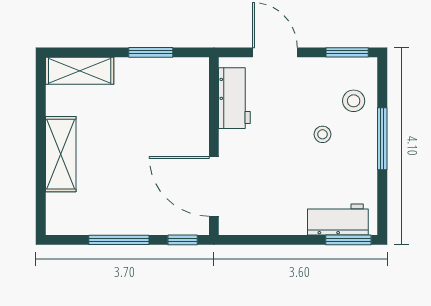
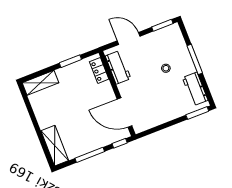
locker: (197, 90) -> (99, 70), added
stool: (354, 101) -> (174, 47), removed
shelving: (61, 154) -> (55, 146), moved
workbench: (338, 219) -> (195, 89), moved, turned -90

